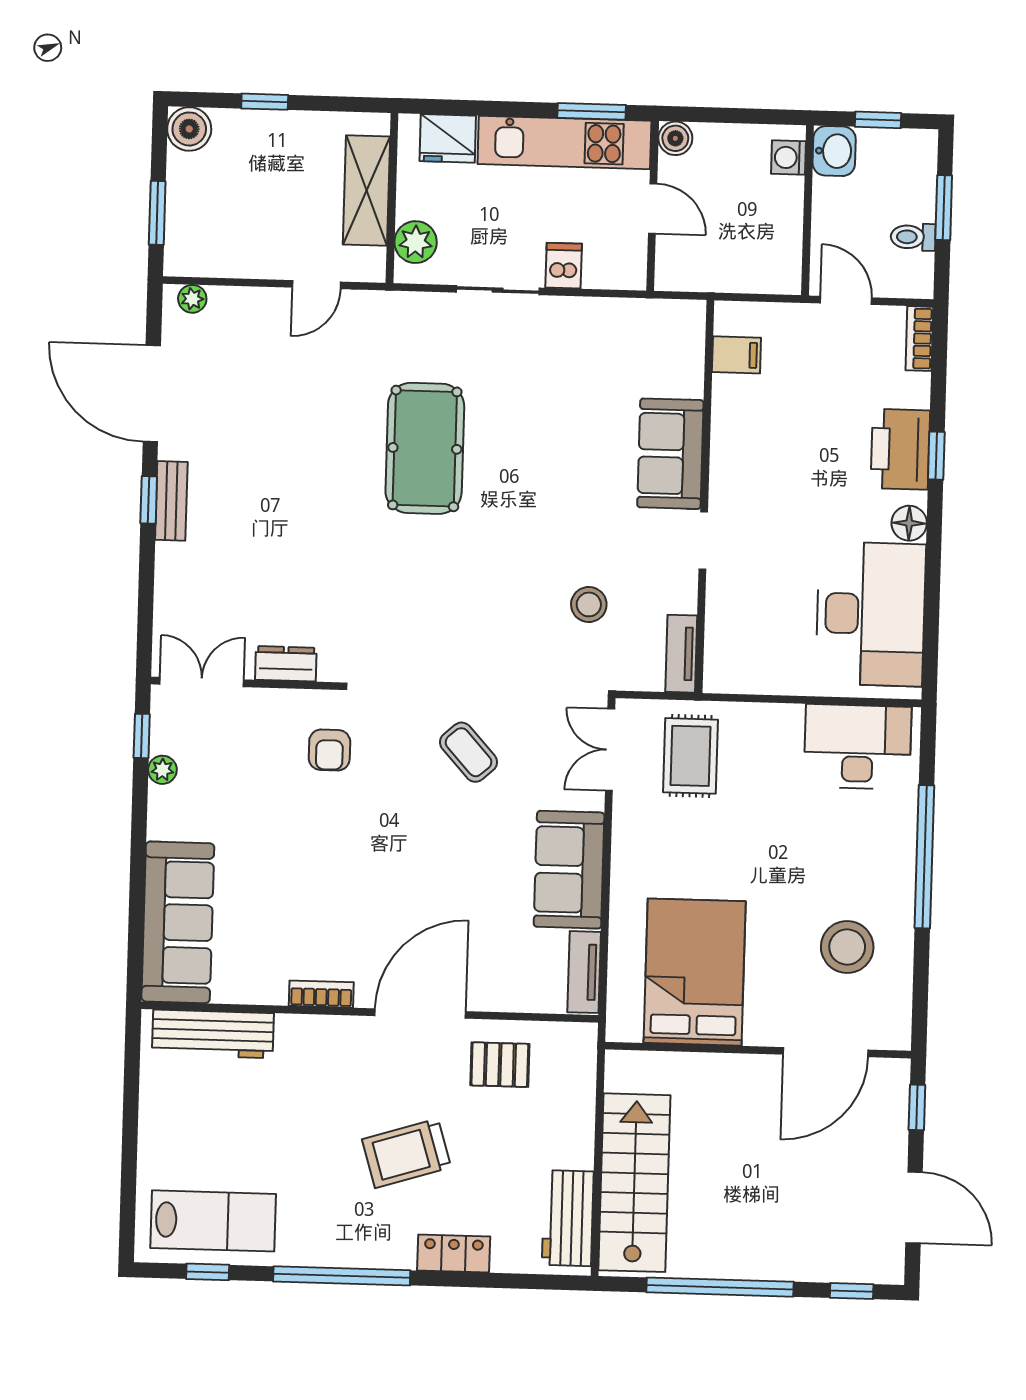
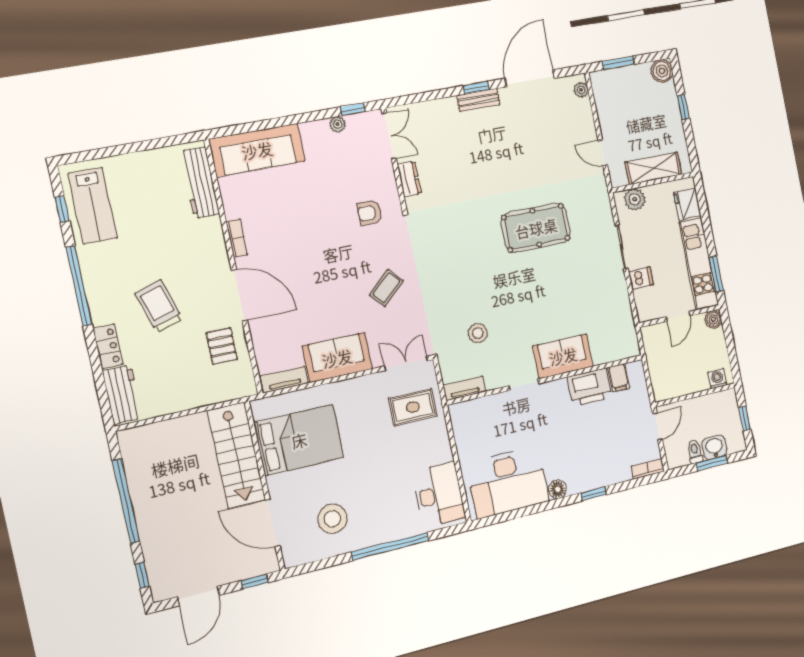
washbasin: (834, 151) -> (714, 447), moved, turned 180
printer: (900, 449) -> (590, 387), moved, turned 180
stairs: (634, 1183) -> (236, 455), moved, turned 90
workbench: (568, 1218) -> (122, 395), moved, turned 90

